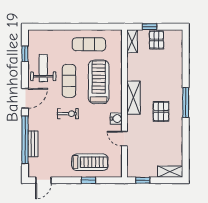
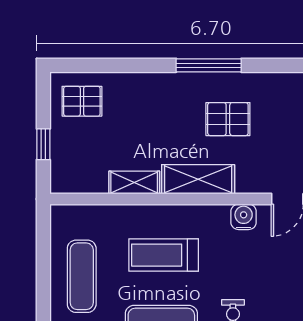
pallet: (156, 40) -> (82, 101), moved
shelving: (132, 41) -> (134, 182), moved
treadmill: (99, 82) -> (164, 255), width x0.73, depth x0.73

